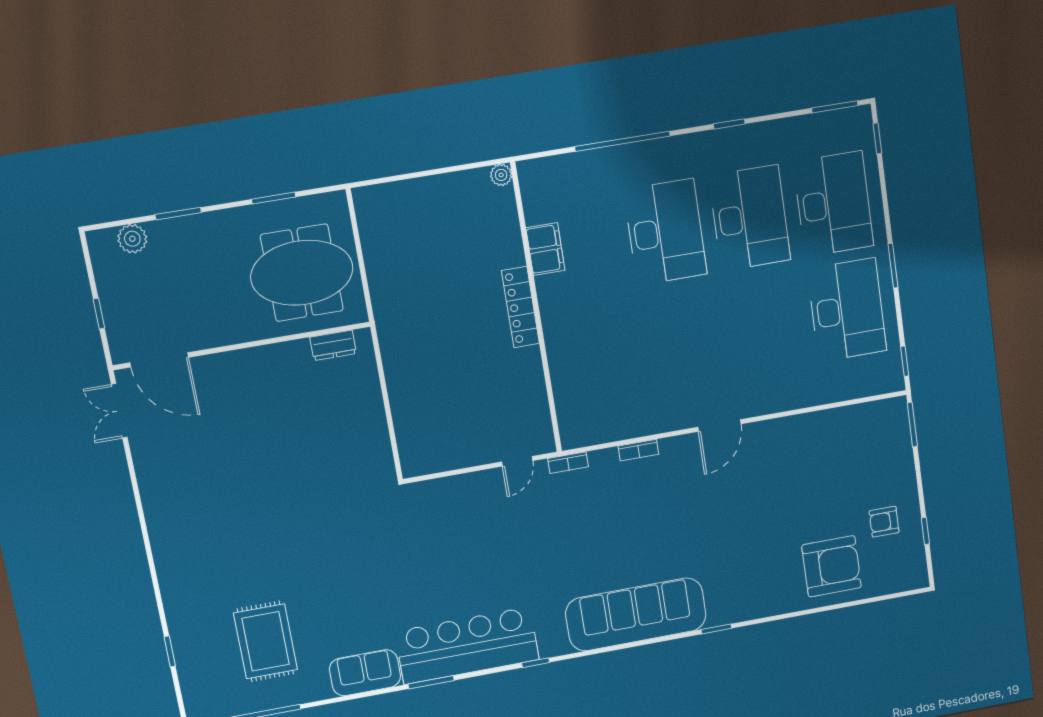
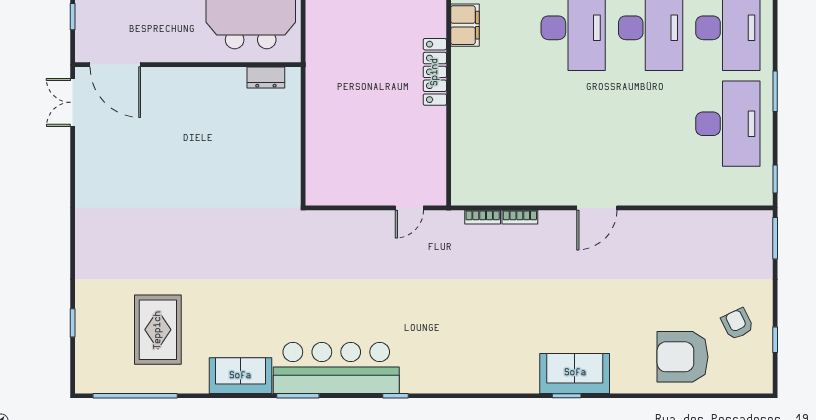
bookcase: (568, 463) -> (483, 217), moved
armchair: (884, 522) -> (737, 324), turned 64
armchair: (832, 566) -> (683, 357), turned 180
sofa: (636, 614) -> (575, 373), moved, width x0.54, depth x0.79

